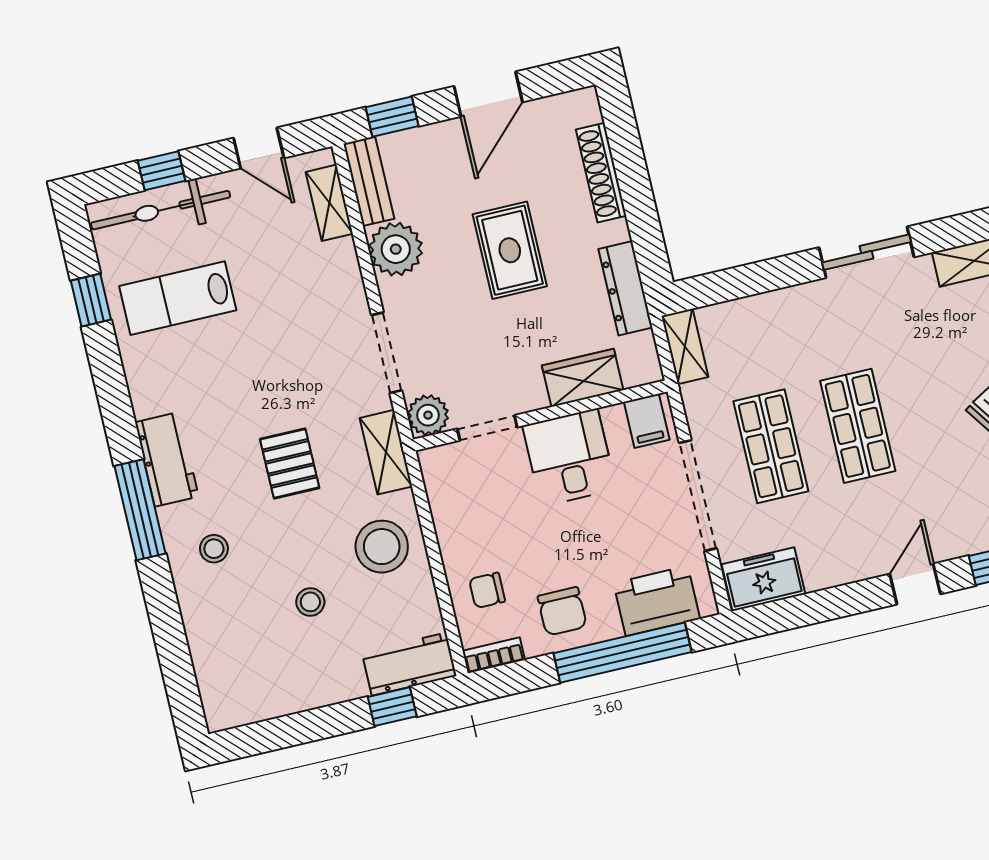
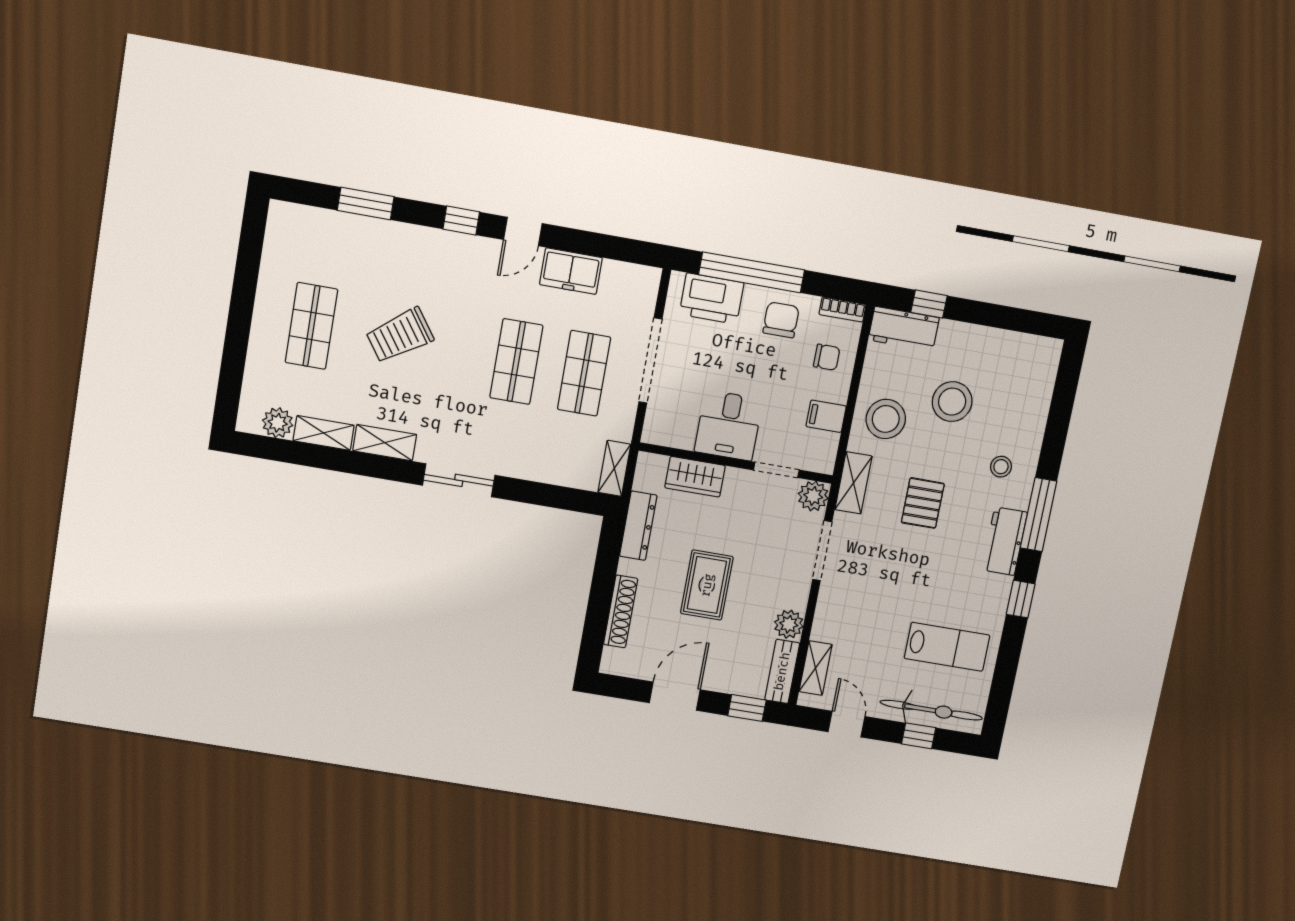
plant: (396, 249) -> (789, 624), width x0.73, depth x0.73
window: (91, 300) -> (1021, 599), moved
filing cabinet: (647, 421) -> (826, 416), moved, turned -90
freezer: (763, 579) -> (571, 271), moved
stool: (310, 602) -> (952, 402), width x1.89, depth x1.89

